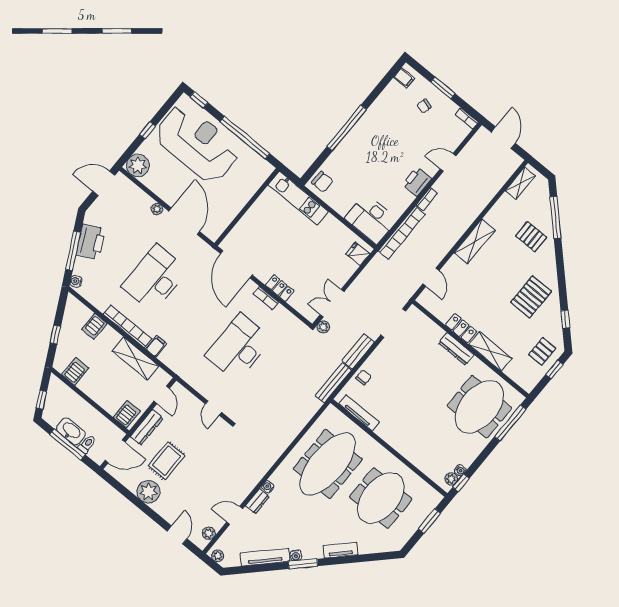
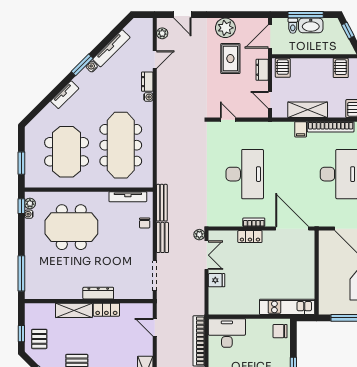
fridge: (358, 254) -> (217, 280), moved
meeting table: (479, 407) -> (71, 227), moved, turned 90
dresser: (147, 428) -> (262, 70), width x0.70
plant: (218, 556) -> (144, 23), removed

